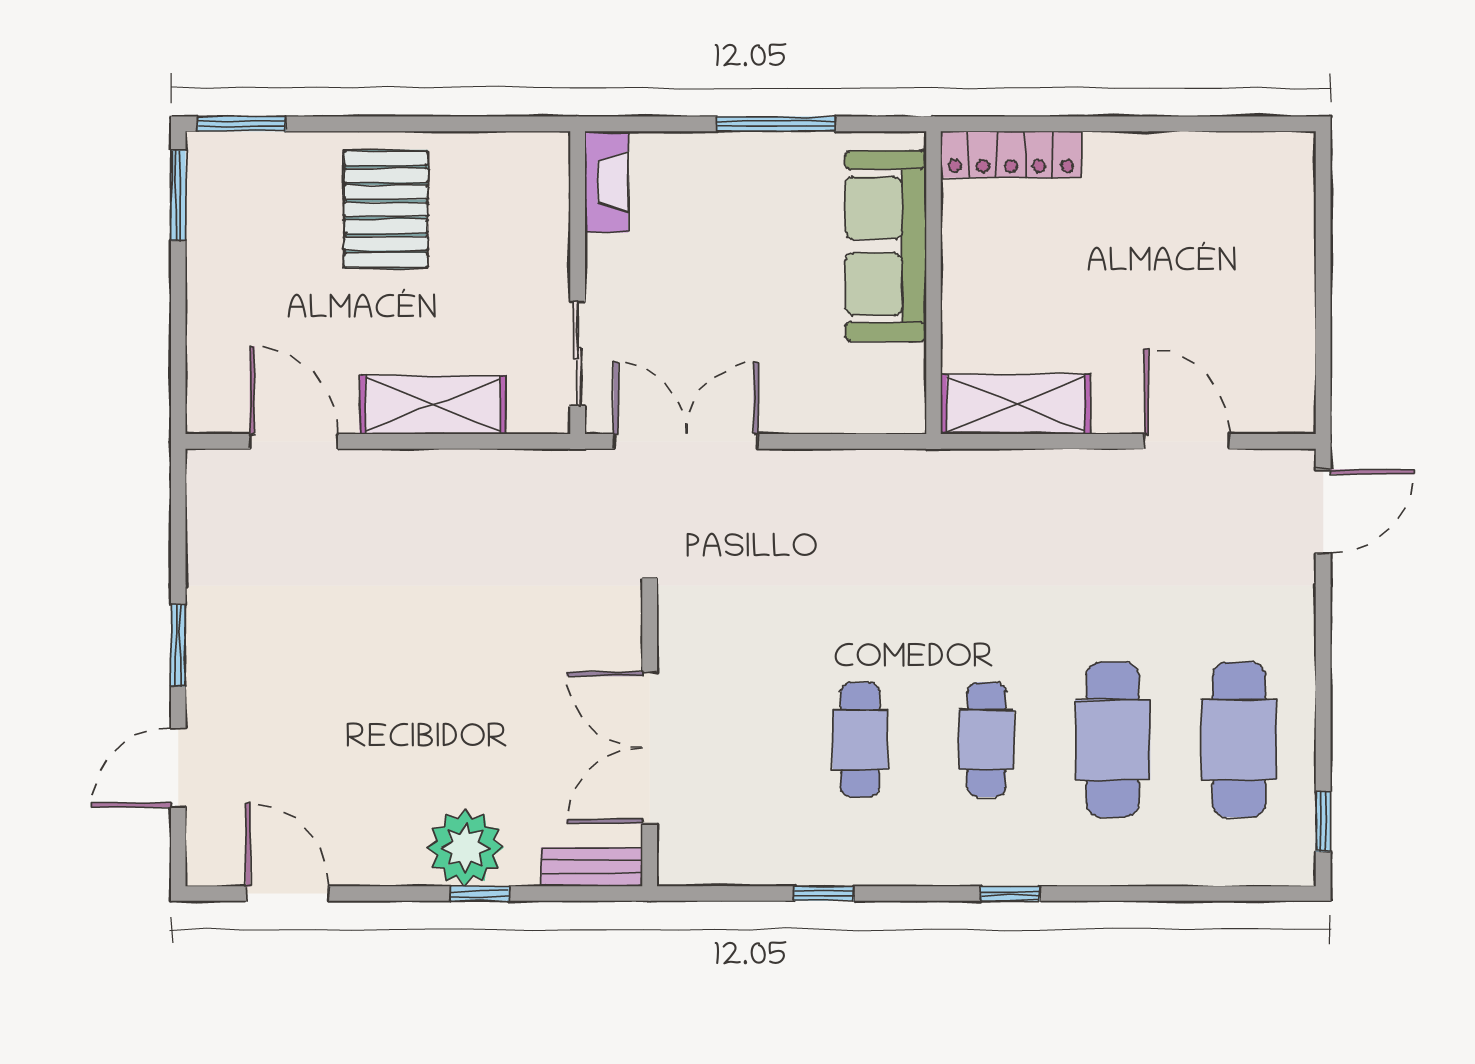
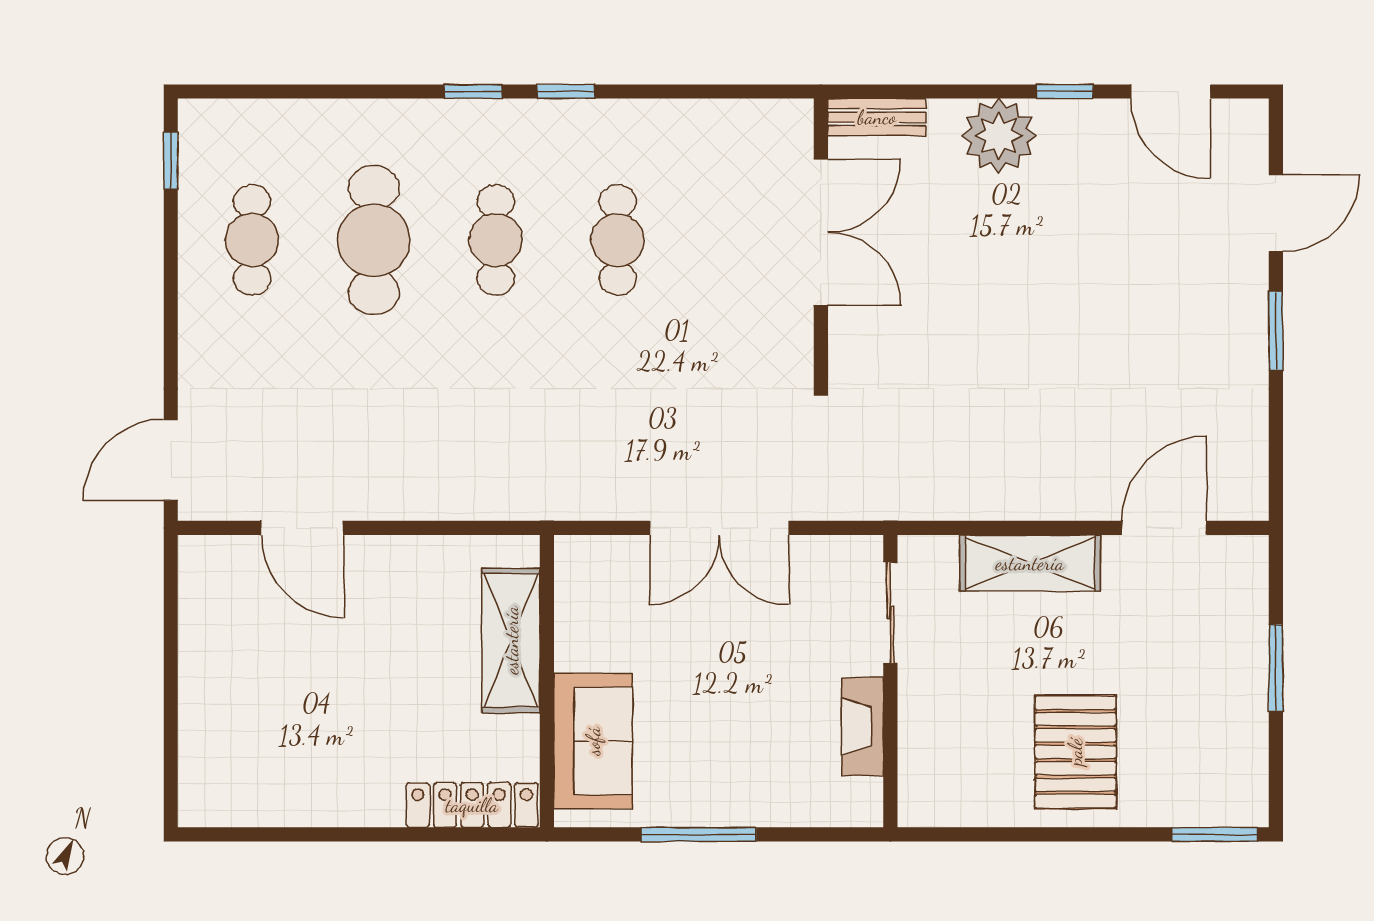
fireplace: (606, 182) -> (863, 727), moved
window: (178, 196) -> (1276, 668), moved
sofa: (886, 246) -> (593, 741), width x0.73
shelving: (1016, 404) -> (511, 640), moved, turned 90
door: (294, 441) -> (1164, 528), swing flipped
double door: (686, 441) -> (719, 528), moved
cafe table: (1239, 740) -> (252, 240), width x0.73, depth x0.74
window: (480, 893) -> (1064, 91), moved
window: (824, 893) -> (566, 91), moved

